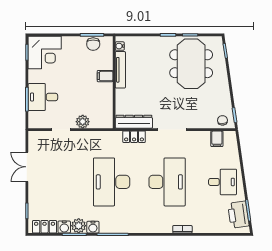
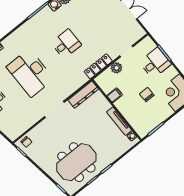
chair: (93, 44) -> (147, 95), moved
meeting table: (191, 64) -> (76, 162), turned 90
filing cabinet: (105, 76) -> (115, 95), moved
locker: (134, 137) -> (98, 66), moved, width x1.53
filing cabinet: (217, 139) -> (20, 127), removed
desk: (112, 182) -> (66, 44), width x0.53, depth x0.77

